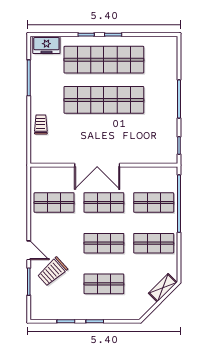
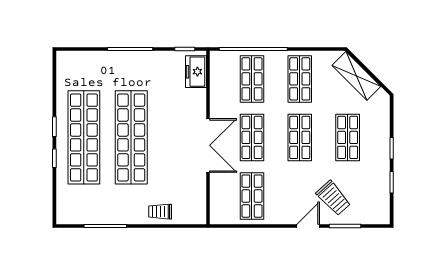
freezer: (46, 45) -> (196, 72), moved, turned 180
shelving: (163, 288) -> (356, 76), width x1.50, depth x1.33

